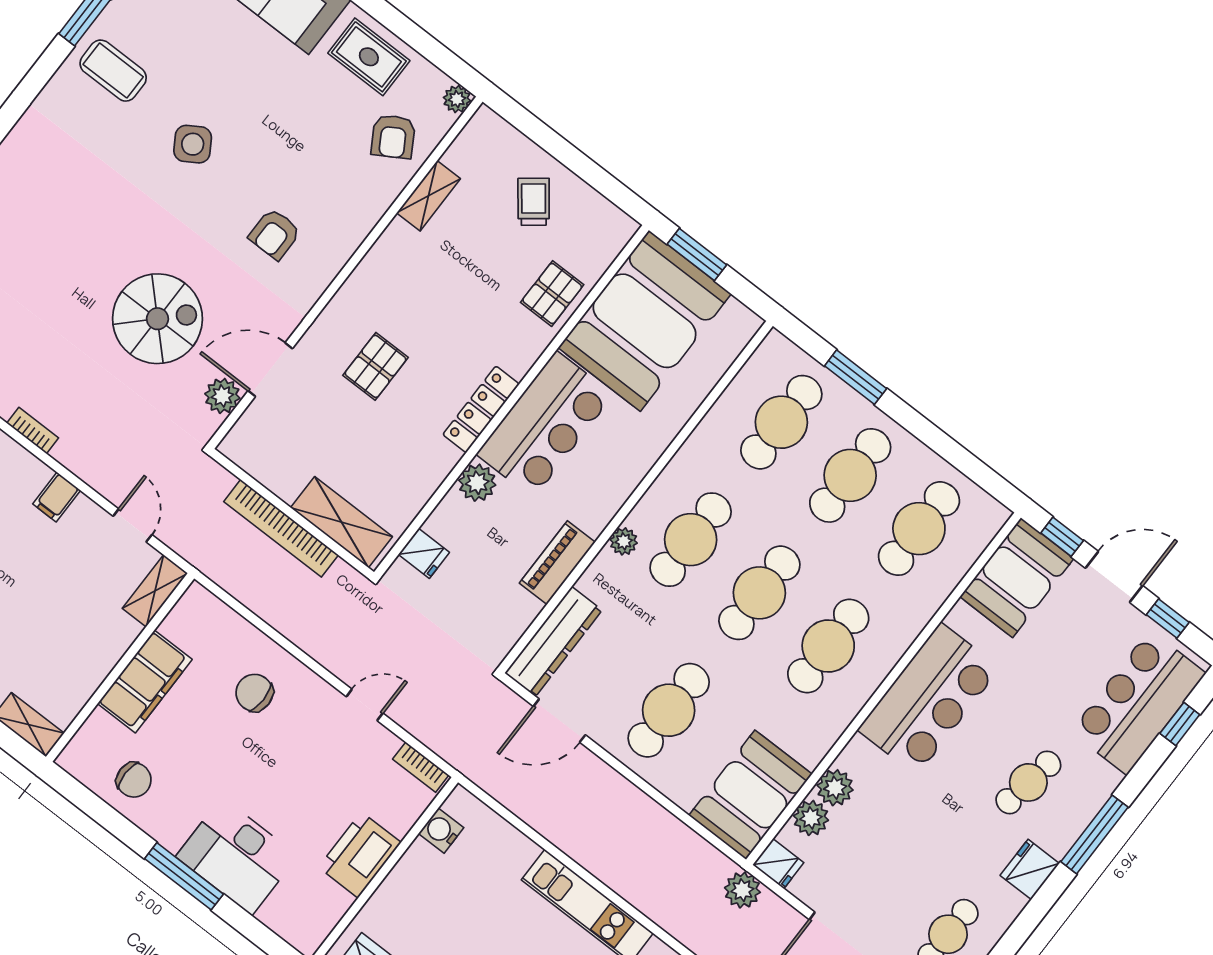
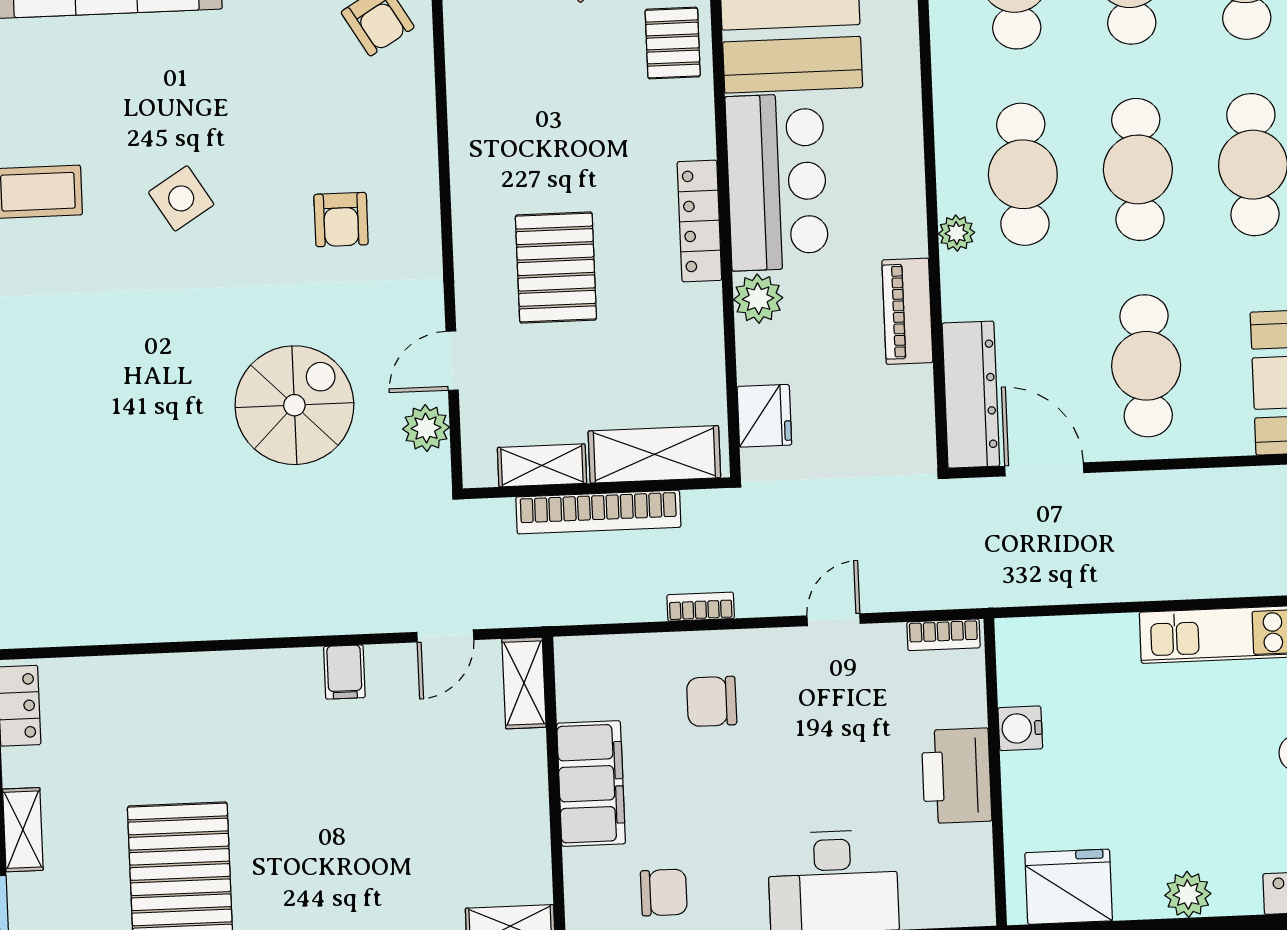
shelving: (429, 196) -> (542, 465), moved, turned 90
pallet: (376, 366) -> (556, 268), width x1.50, depth x1.42
door: (270, 370) -> (452, 361), width x0.73
bookcase: (33, 431) -> (701, 607), moved
door: (132, 525) -> (445, 636), swing flipped
fridge: (424, 553) -> (764, 416), width x1.38
door: (559, 721) -> (1044, 469), swing flipped
water cooler: (441, 831) -> (1020, 728), moved

